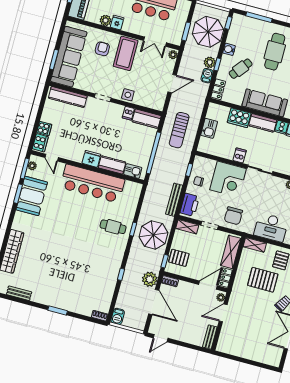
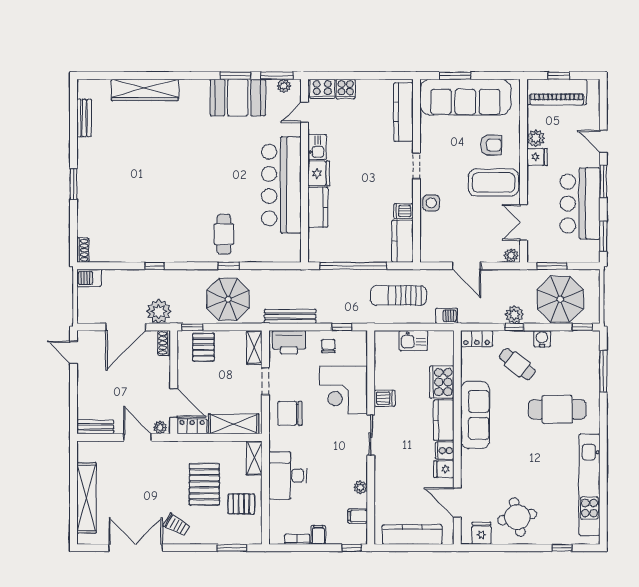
barbecue: (207, 76) -> (446, 316), moved
kitchen sink: (133, 171) -> (317, 147), moved
shelving: (252, 354) -> (86, 498), added

